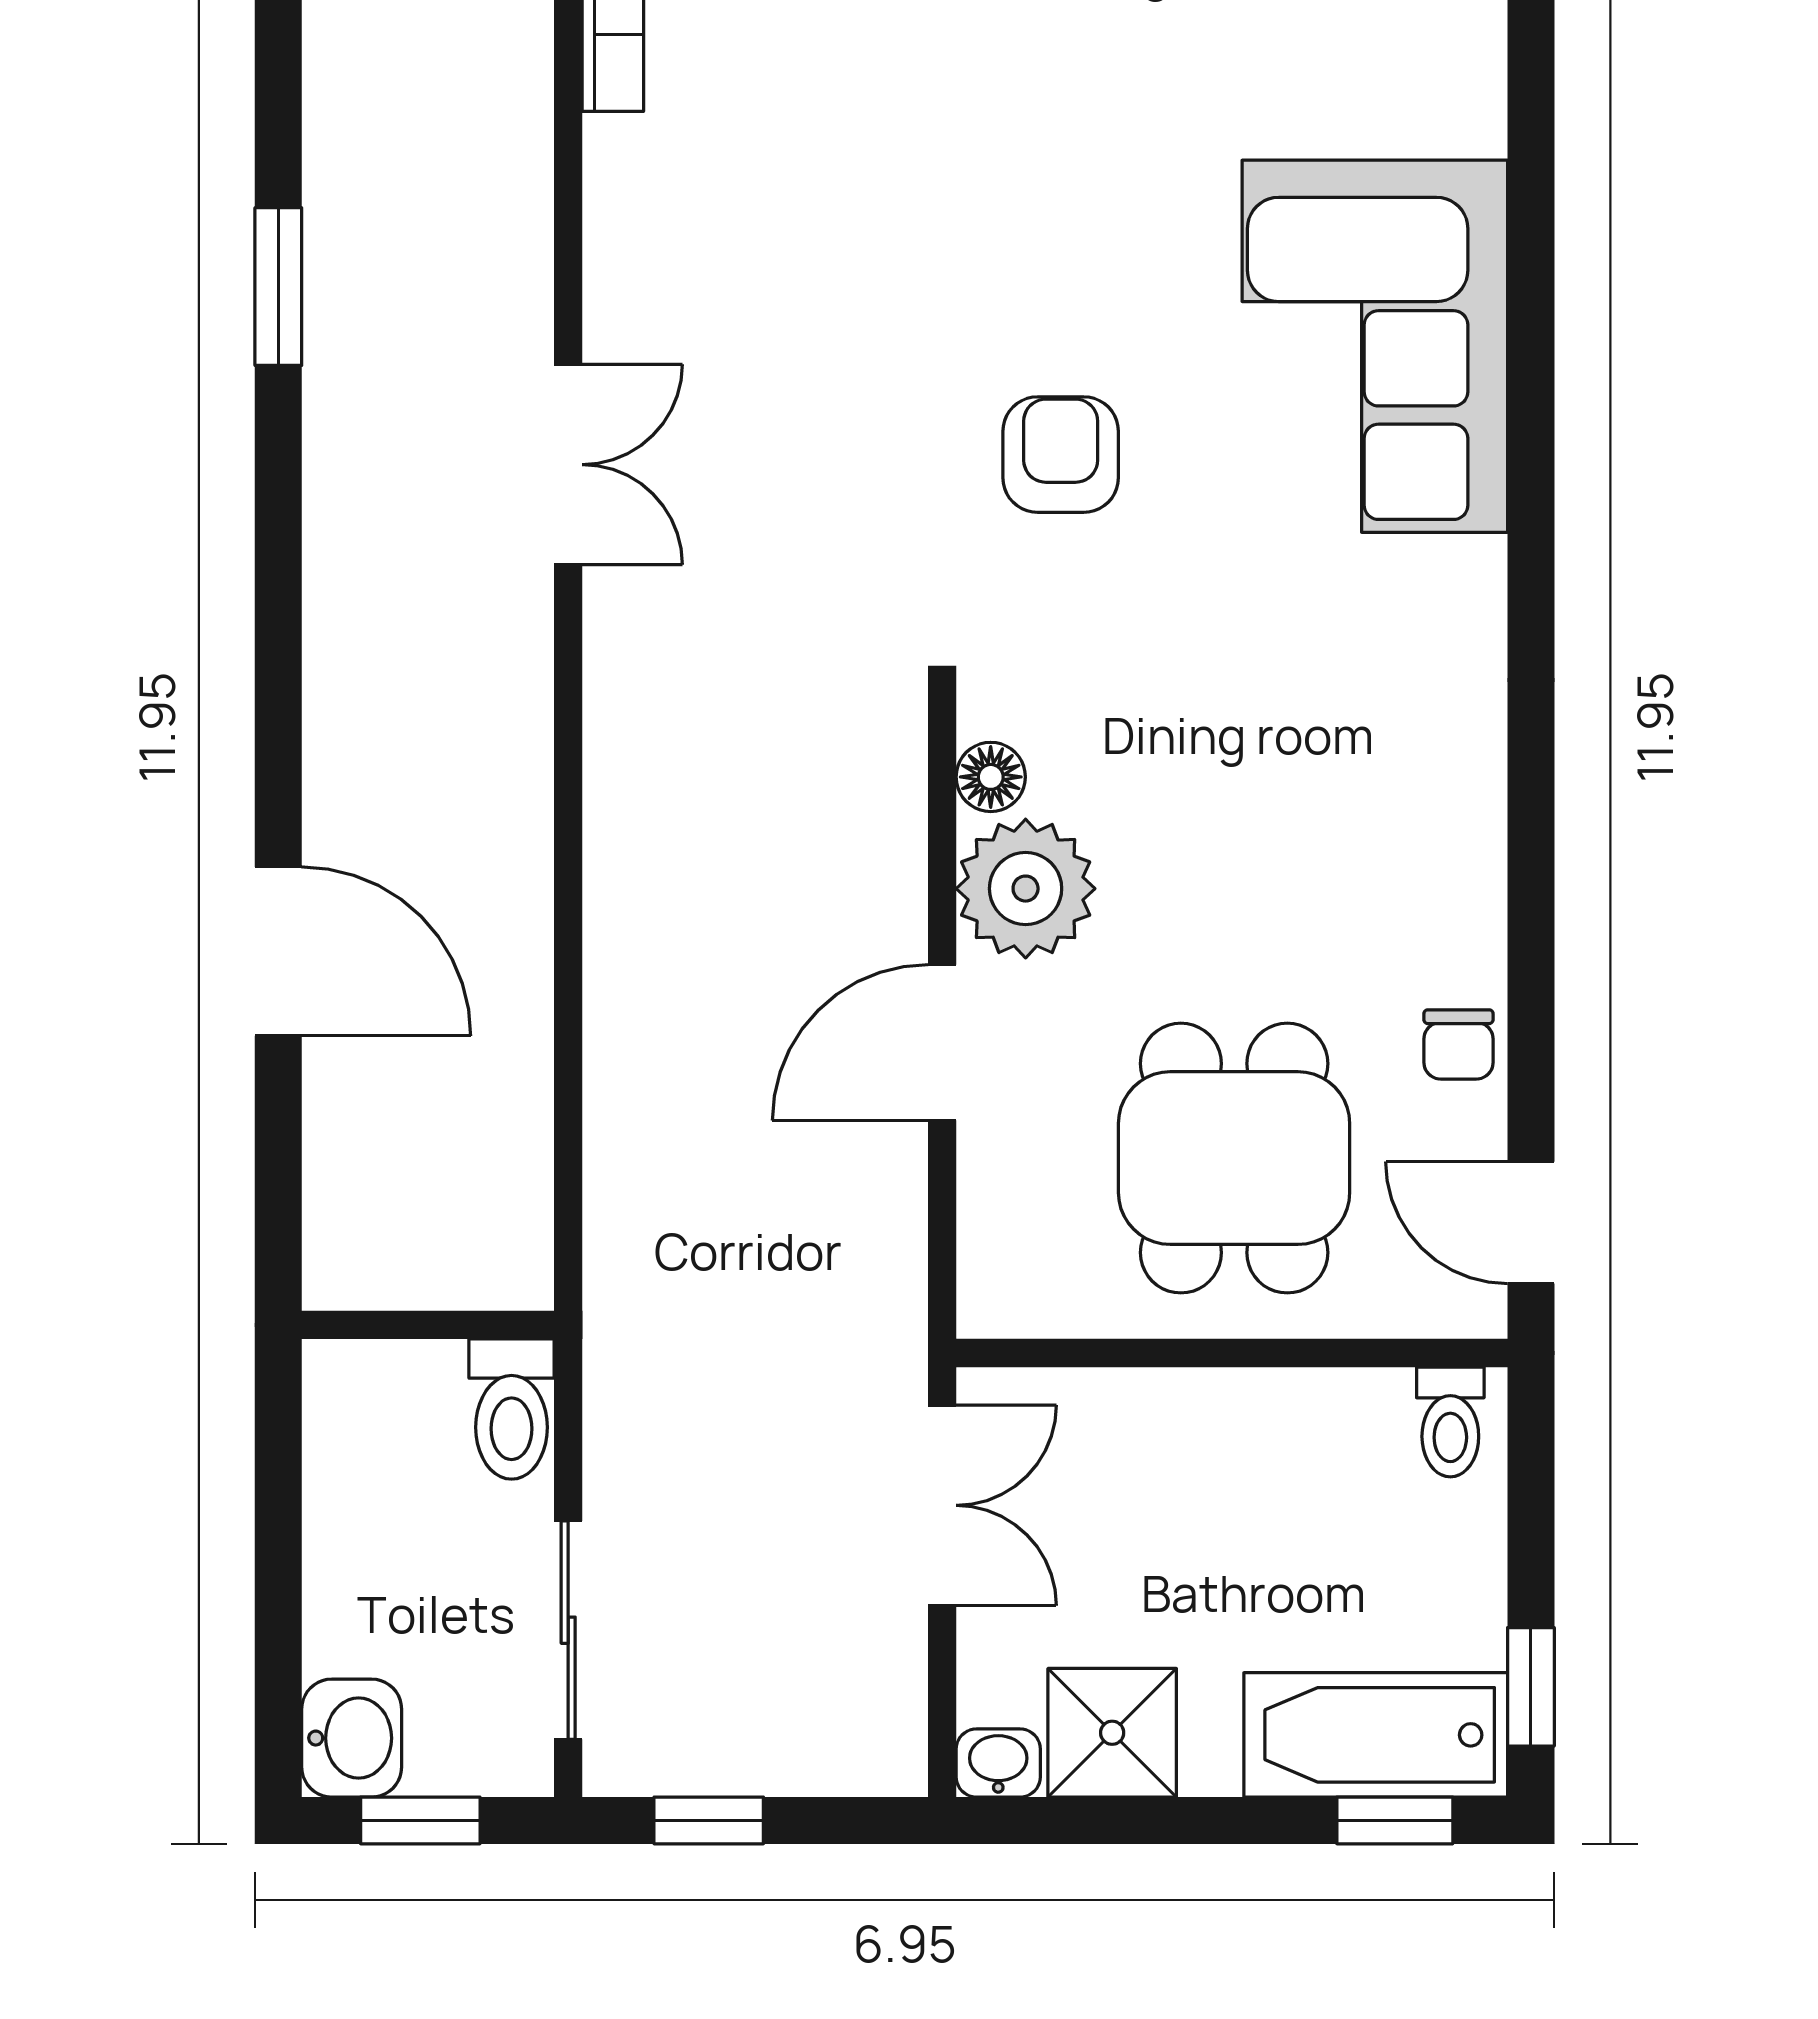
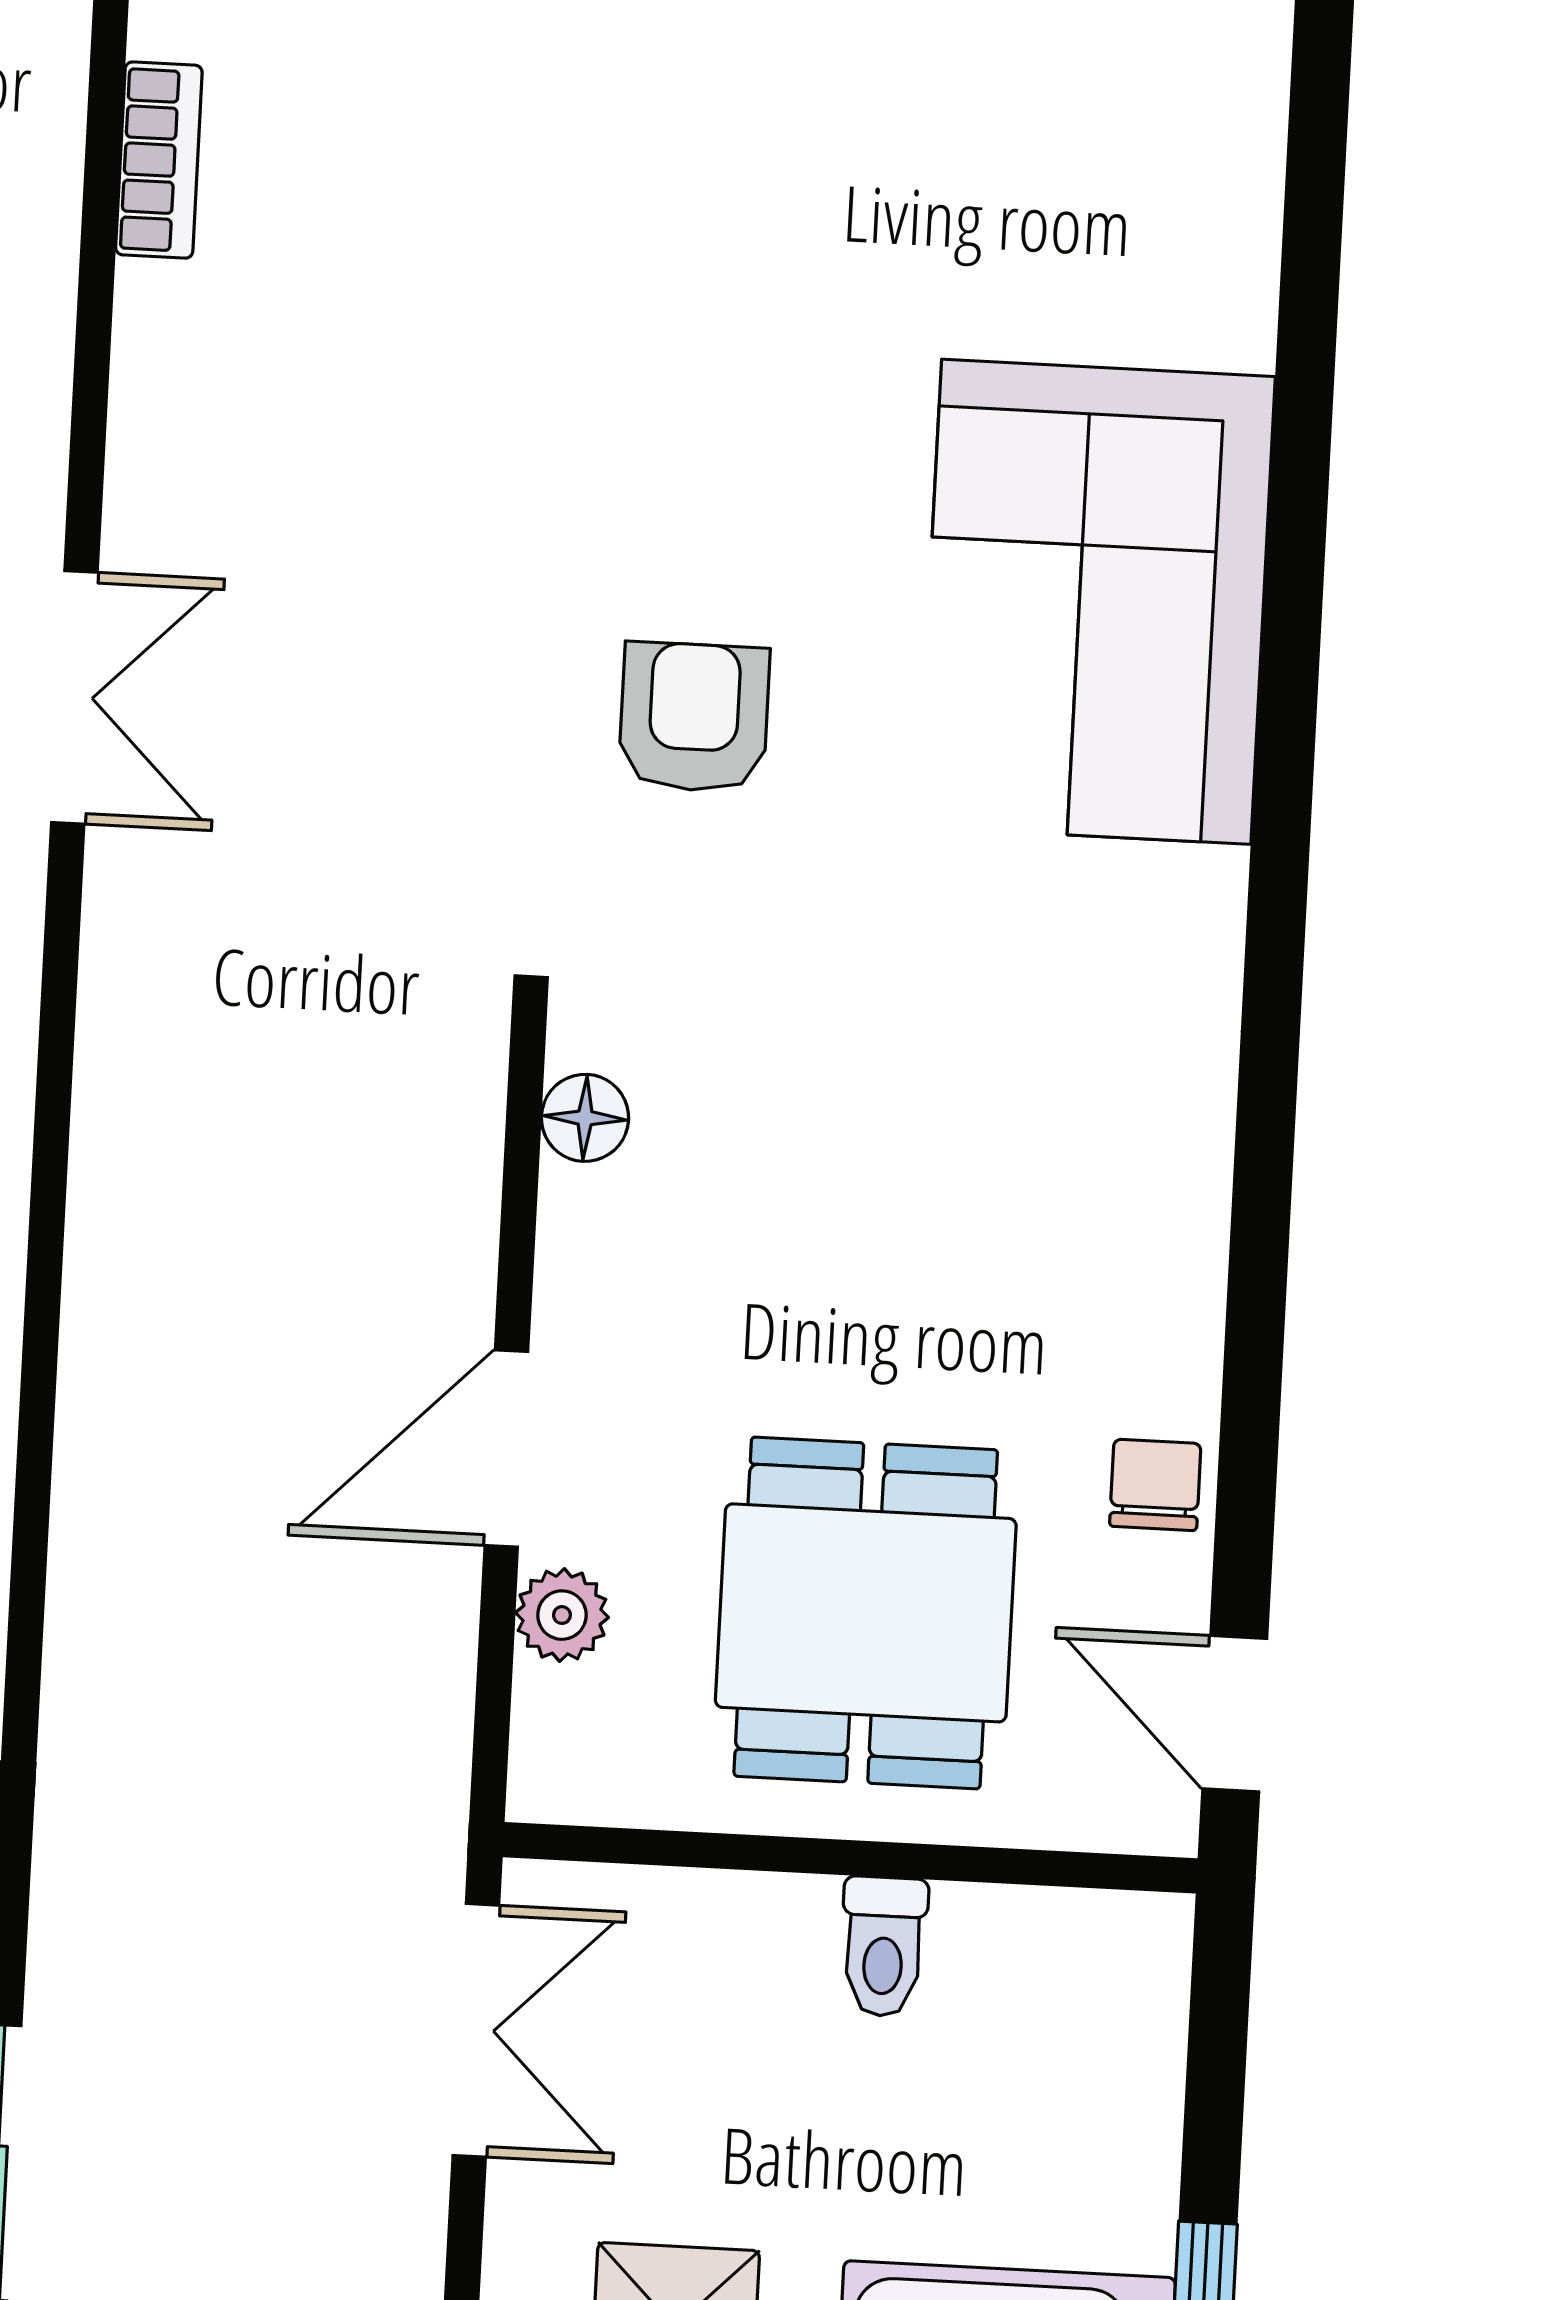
plant: (1026, 889) -> (562, 1615), moved, width x0.53, depth x0.53
chair: (1458, 1044) -> (1155, 1485), turned 180
toilet: (1450, 1422) -> (884, 1947), moved

